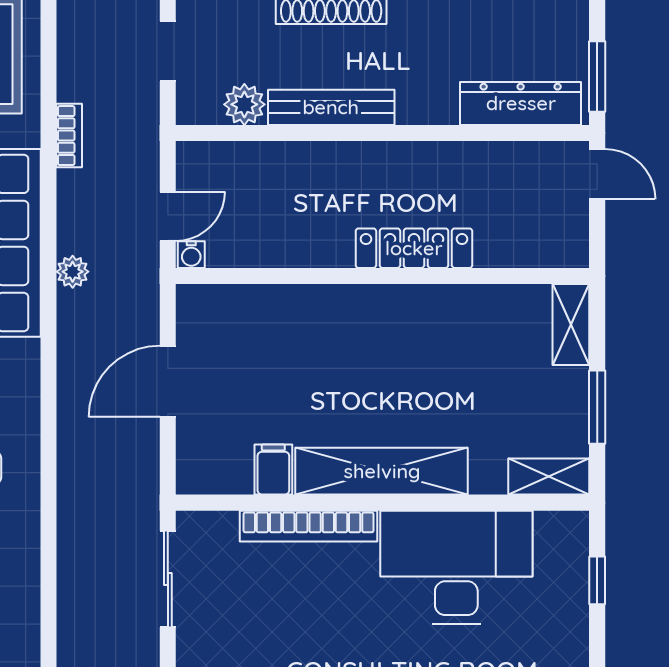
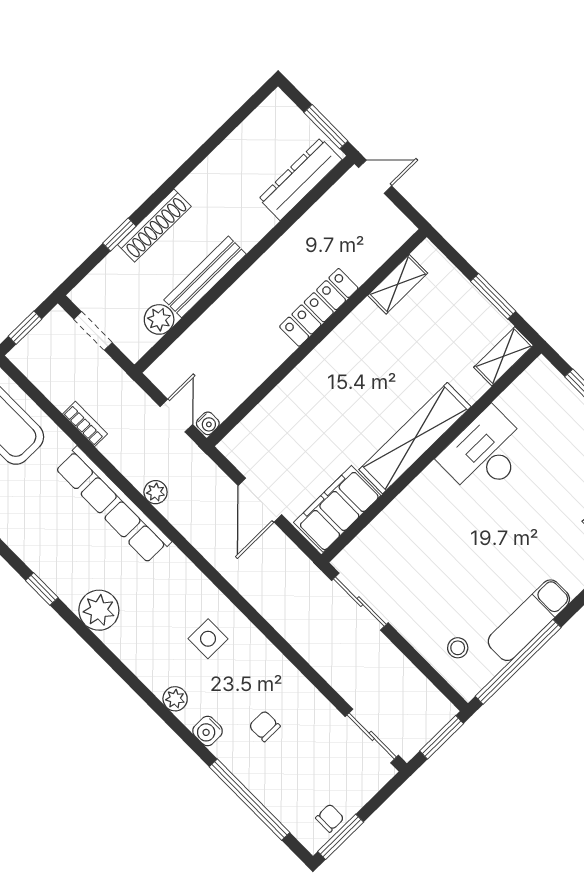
shelving: (571, 325) -> (398, 284), moved, turned 90
filing cabinet: (273, 470) -> (337, 509), width x3.00, depth x1.17
bookcase: (309, 526) -> (405, 503), removed
desk: (456, 567) -> (485, 453), width x0.73, depth x0.77

